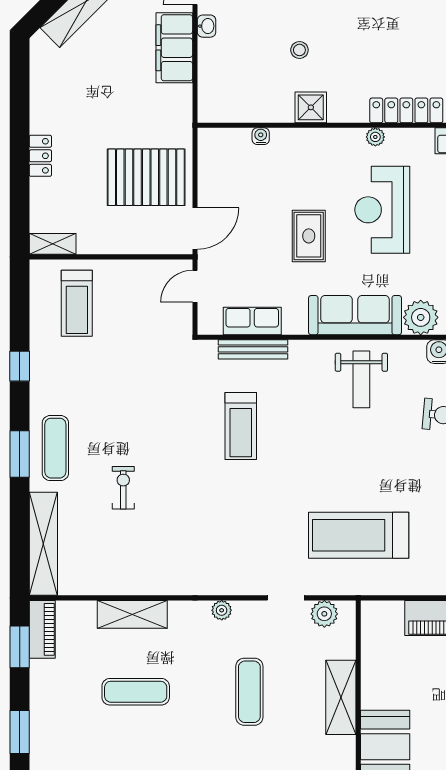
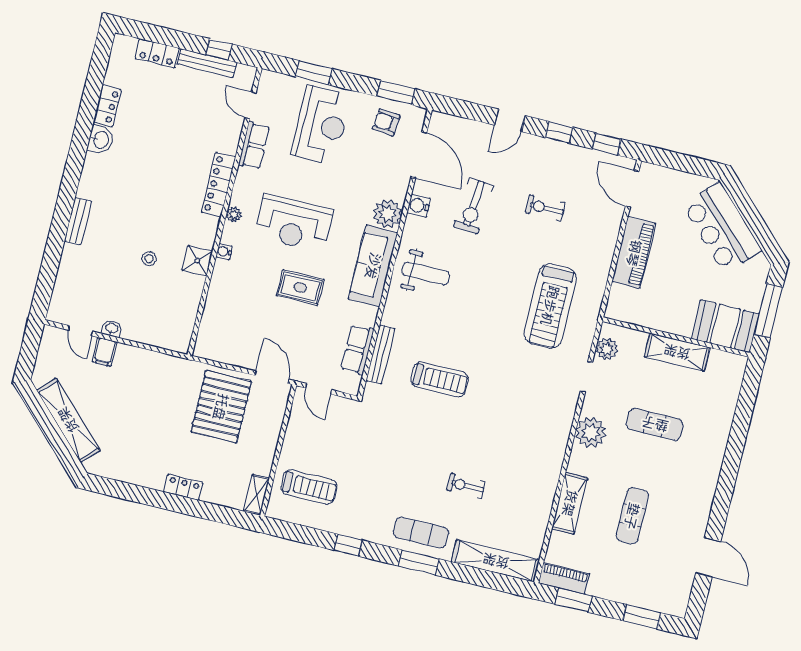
filing cabinet: (174, 48) -> (105, 352), width x0.33, depth x0.86
water cooler: (261, 136) -> (224, 252), moved
plant: (222, 610) -> (591, 433), width x1.87, depth x1.87

